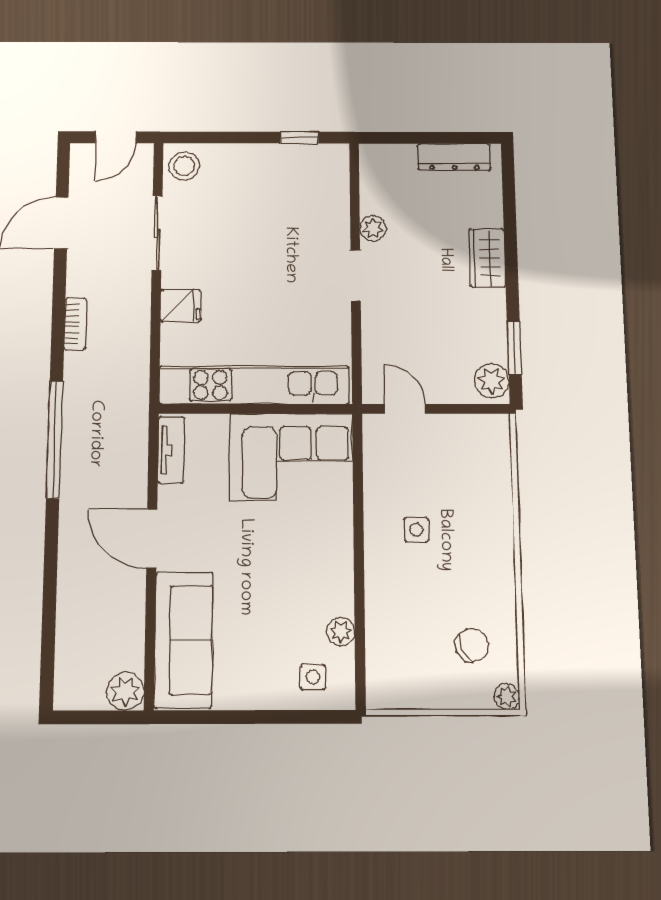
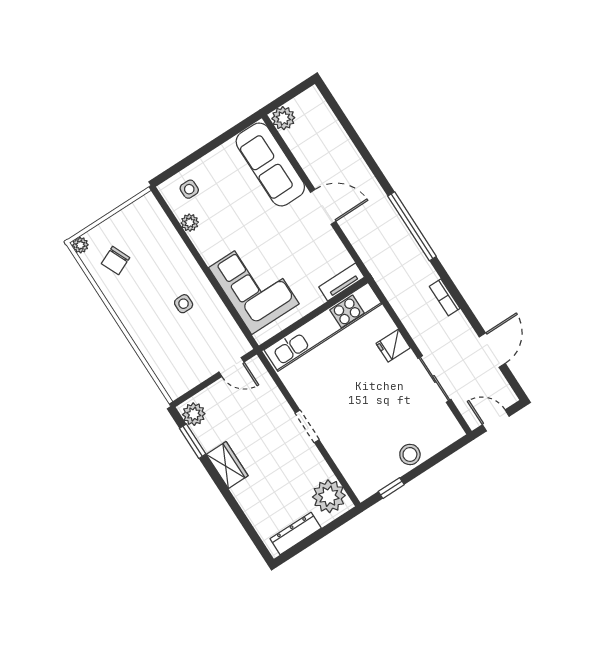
door: (116, 137) -> (496, 420), hinge flipped
stool: (184, 166) -> (410, 454), moved
plant: (373, 228) -> (329, 496), moved, width x1.88, depth x1.88
wardrobe: (487, 258) -> (227, 465), moved
tv unit: (171, 450) -> (342, 282), moved, turned 90
corner sofa: (291, 457) -> (254, 286), moved, turned 90

